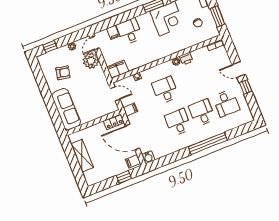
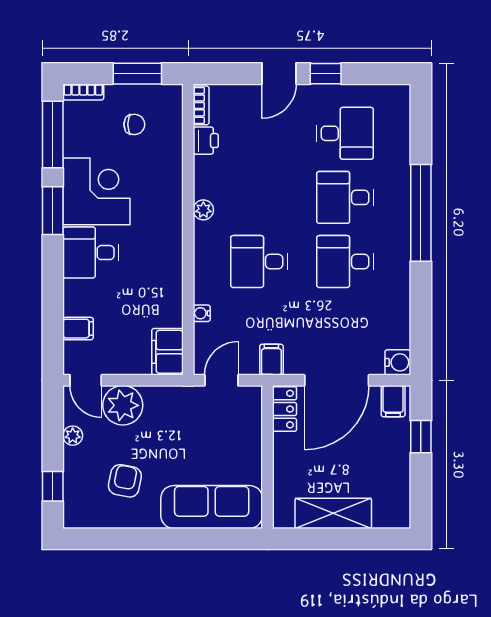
desk: (129, 31) -> (91, 253), moved
printer: (186, 59) -> (206, 141), moved

